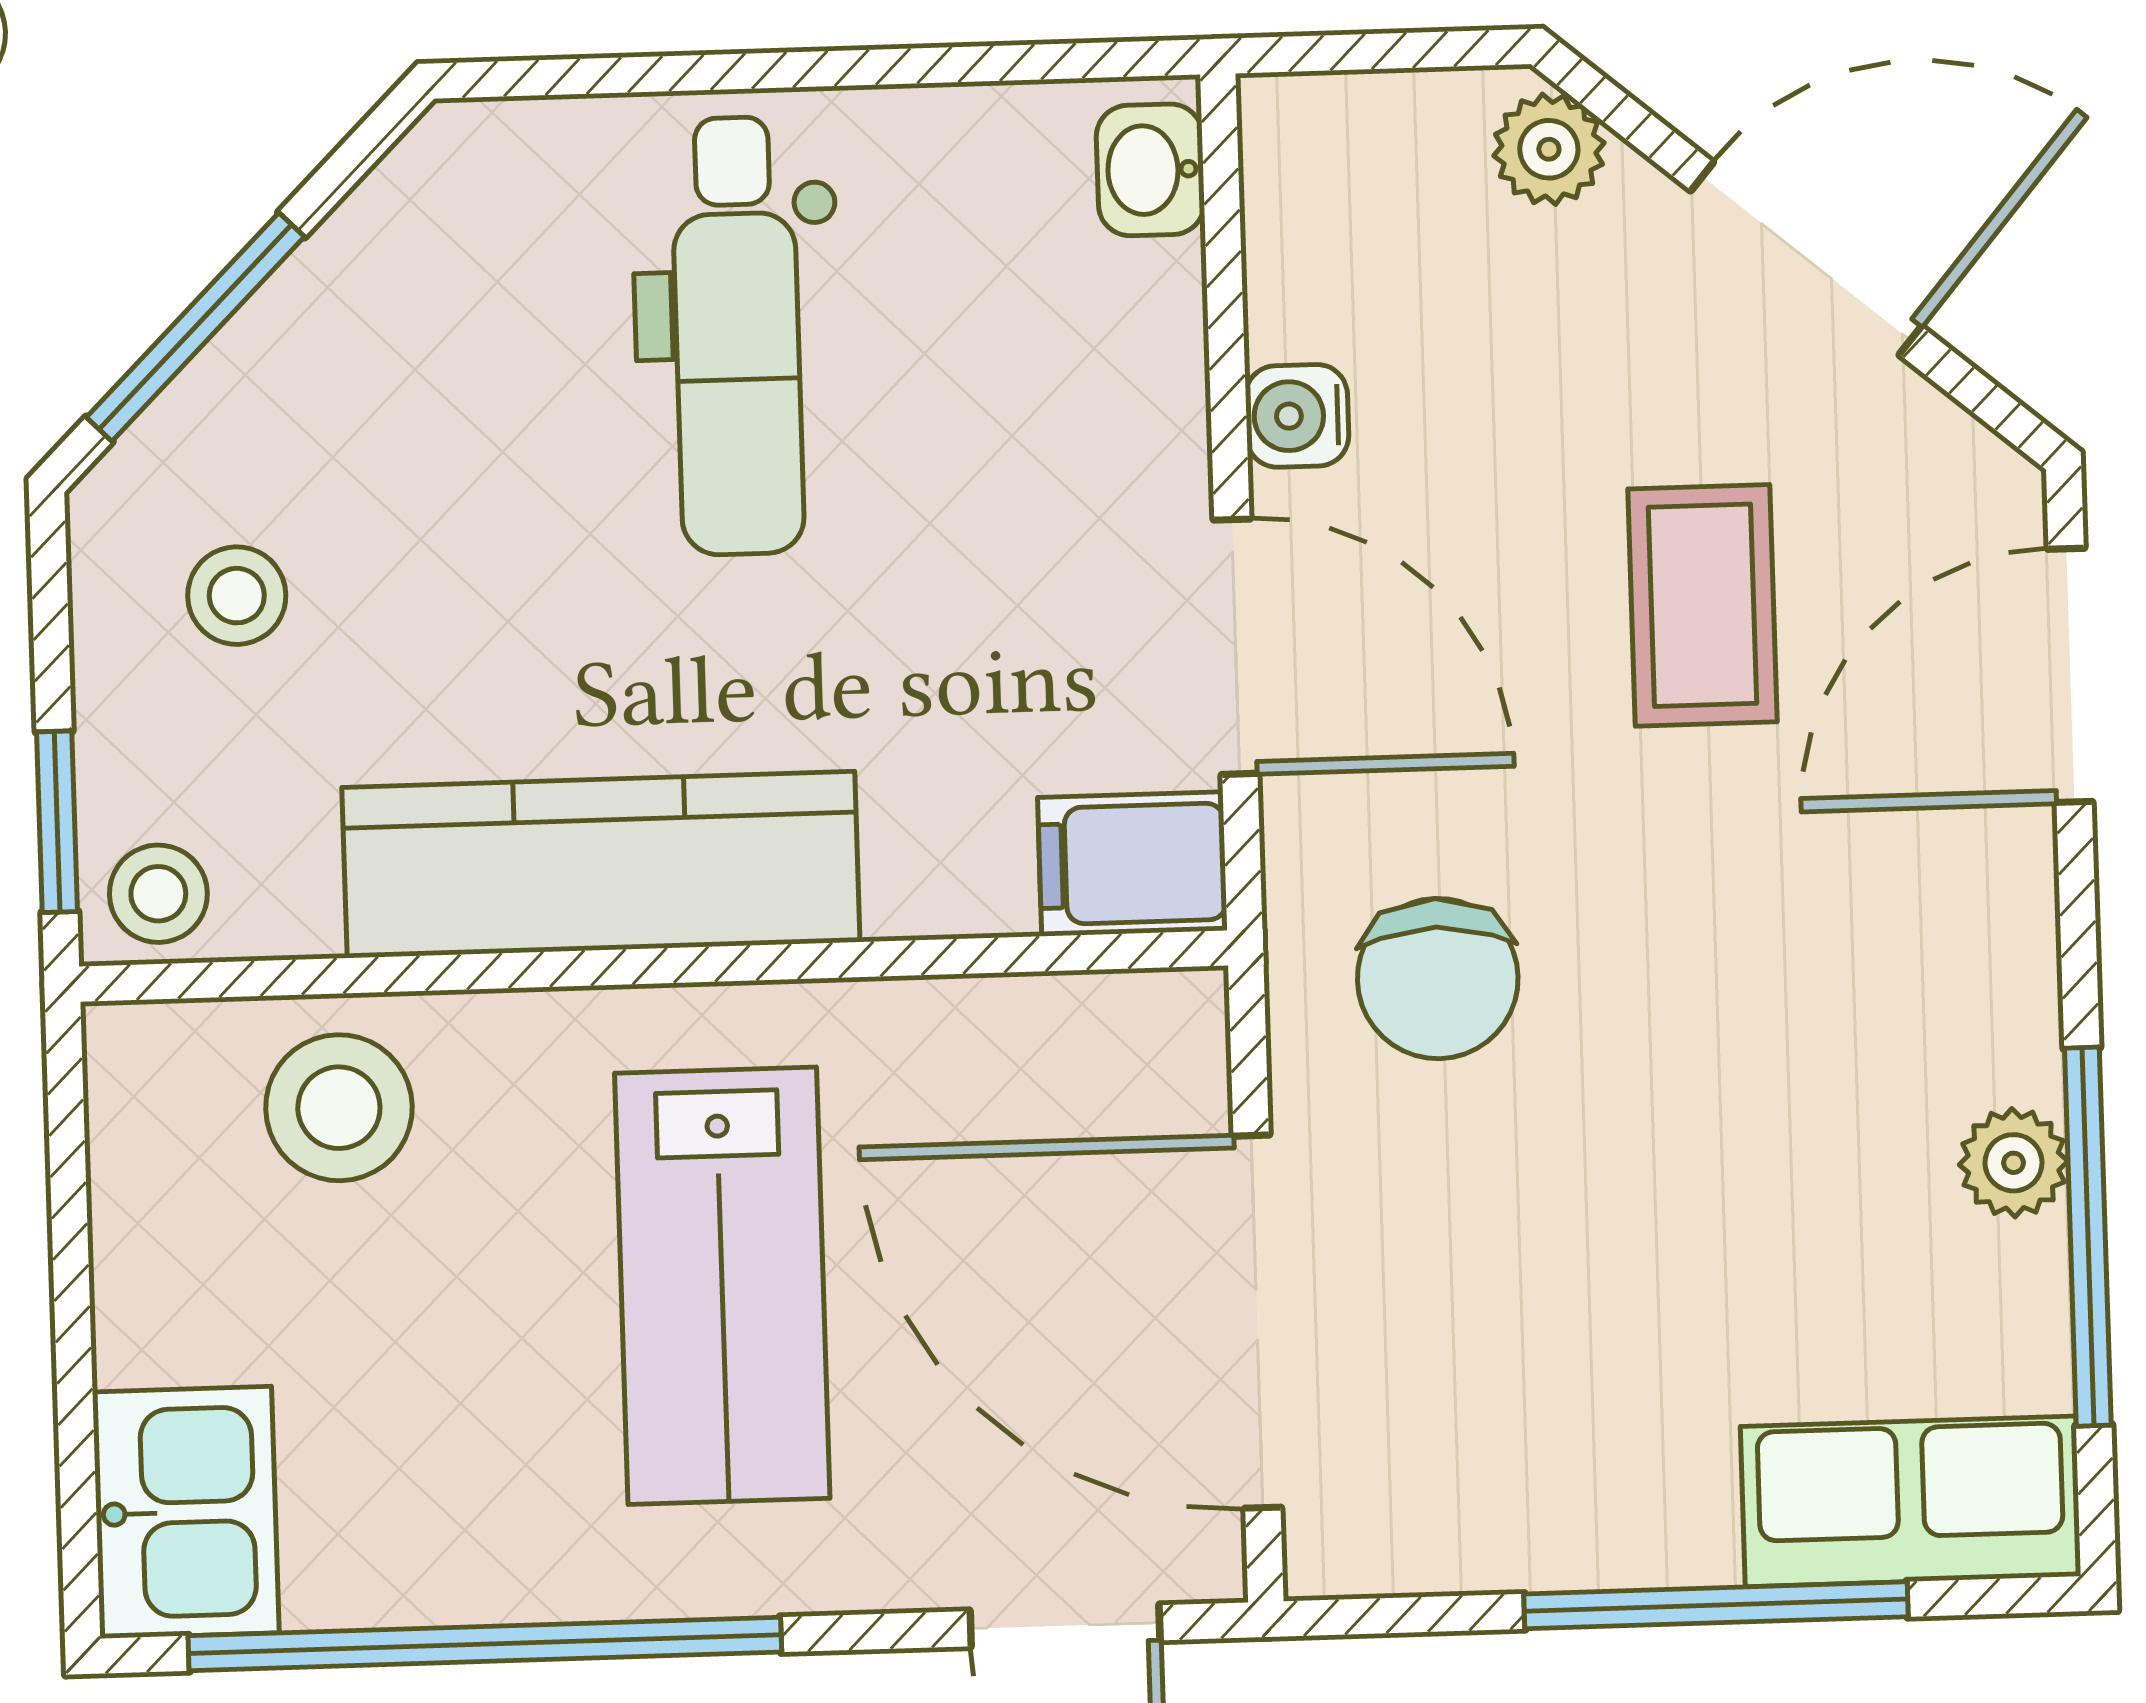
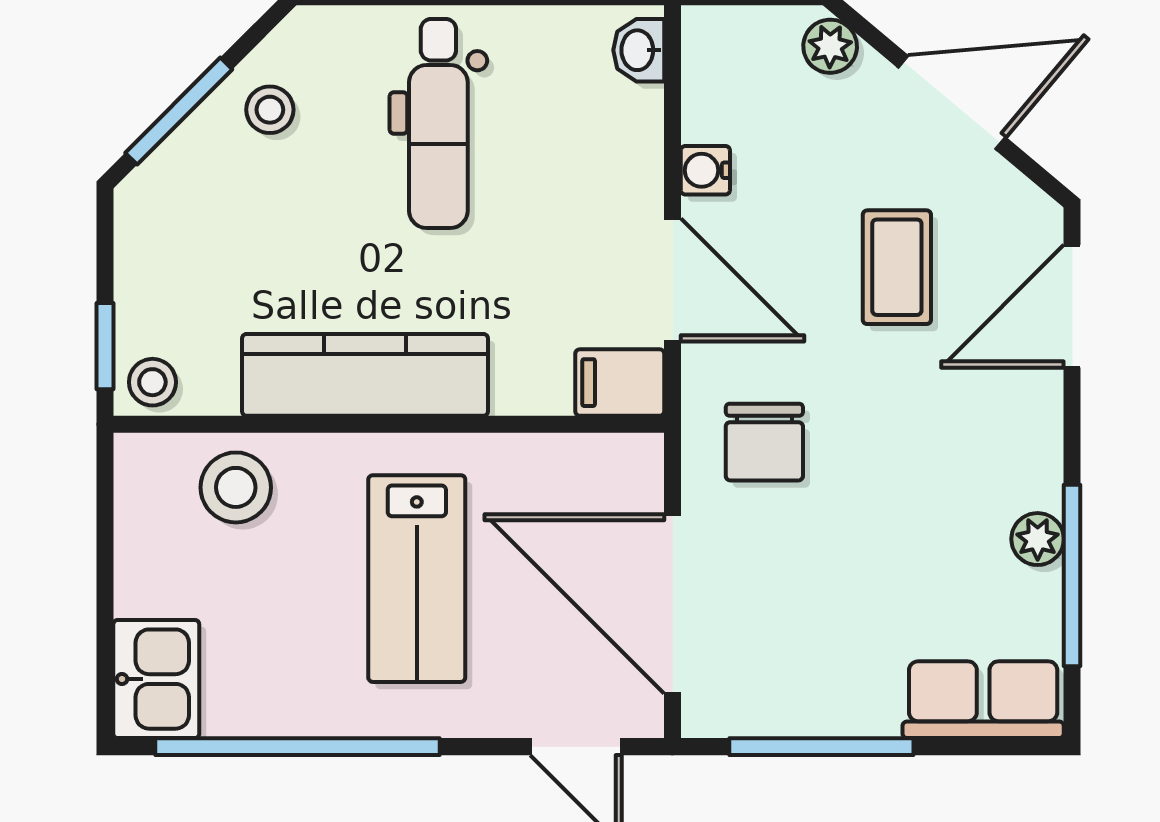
stool: (237, 596) -> (270, 110), moved
window: (1716, 1605) -> (821, 747), moved

